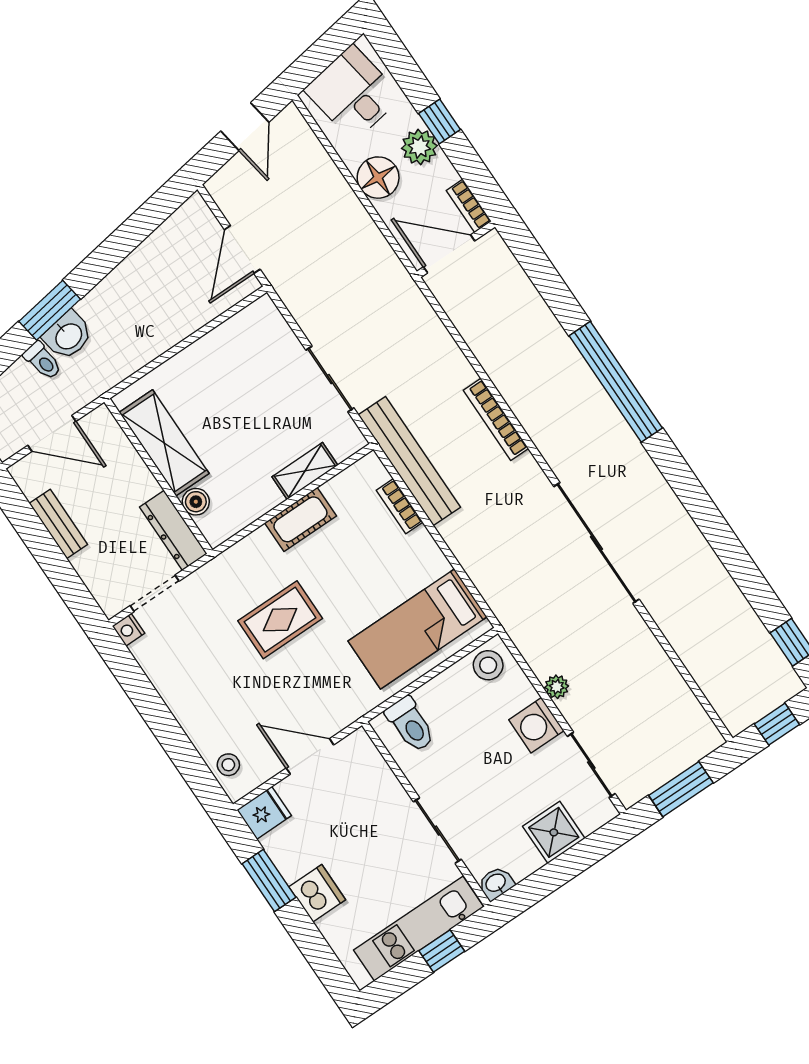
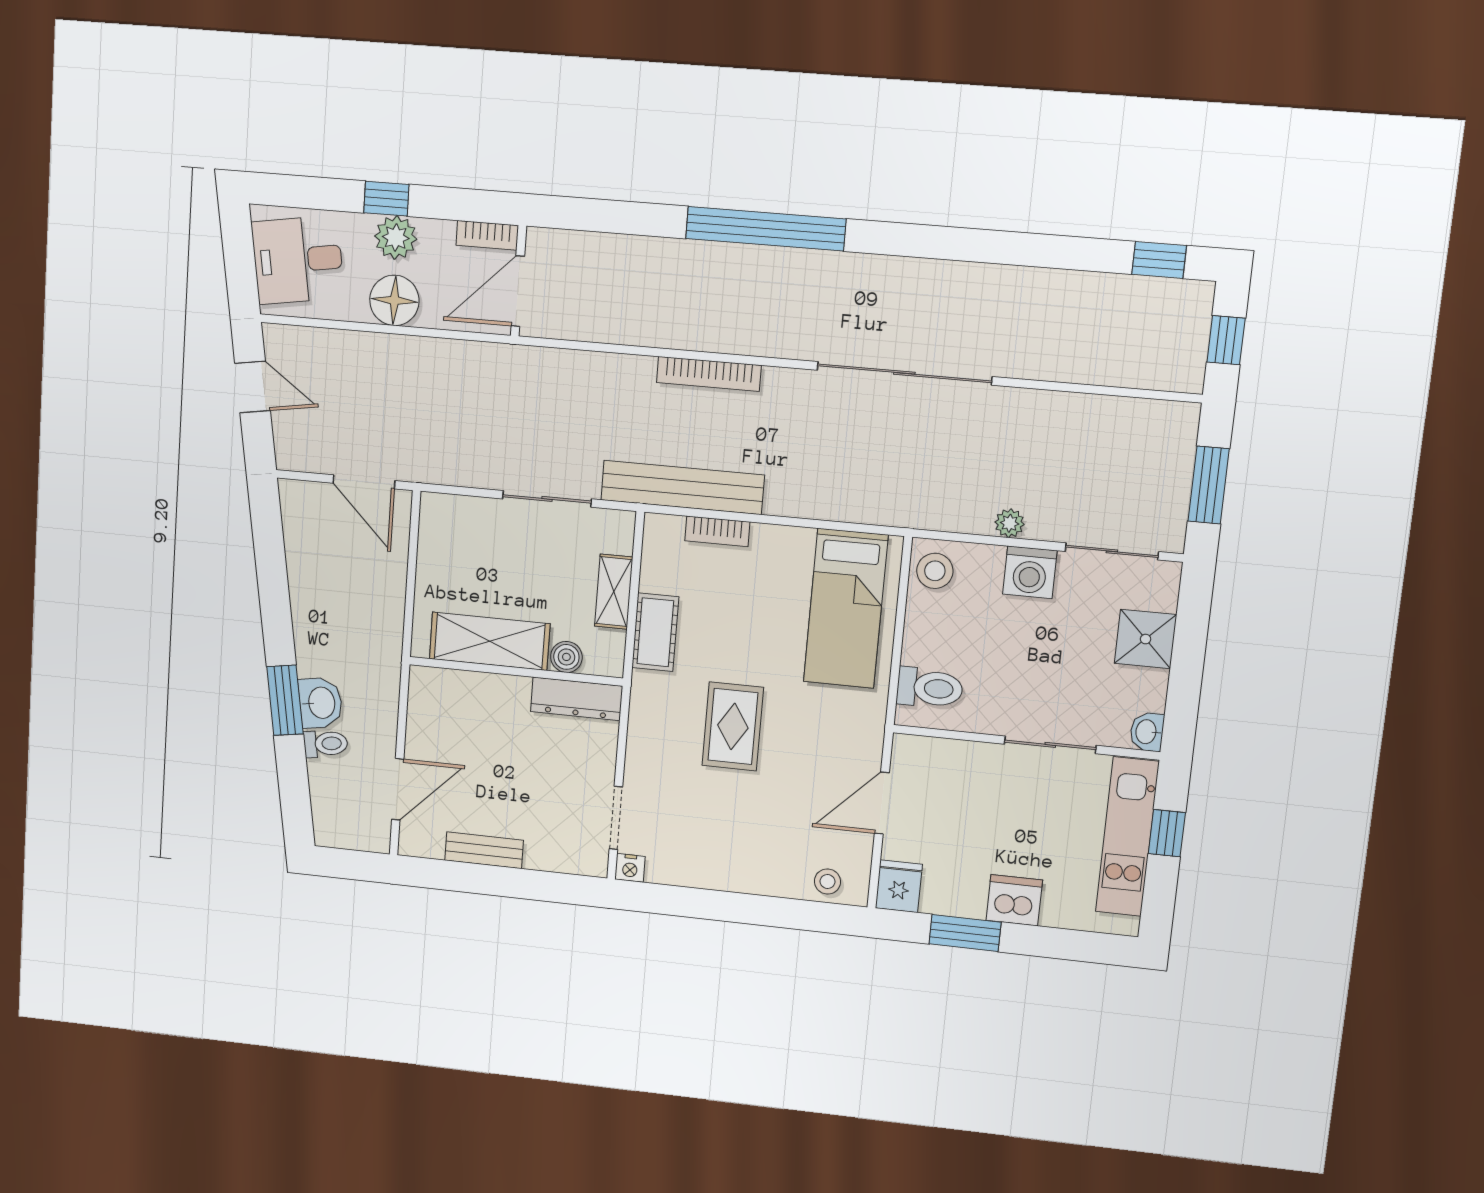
shelving: (164, 443) -> (490, 641), moved
wall: (158, 476) -> (516, 671), moved
boiler: (196, 502) -> (566, 657), moved
dresser: (173, 530) -> (576, 699), moved

